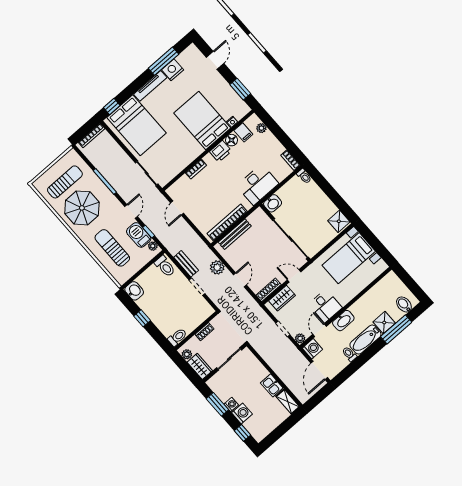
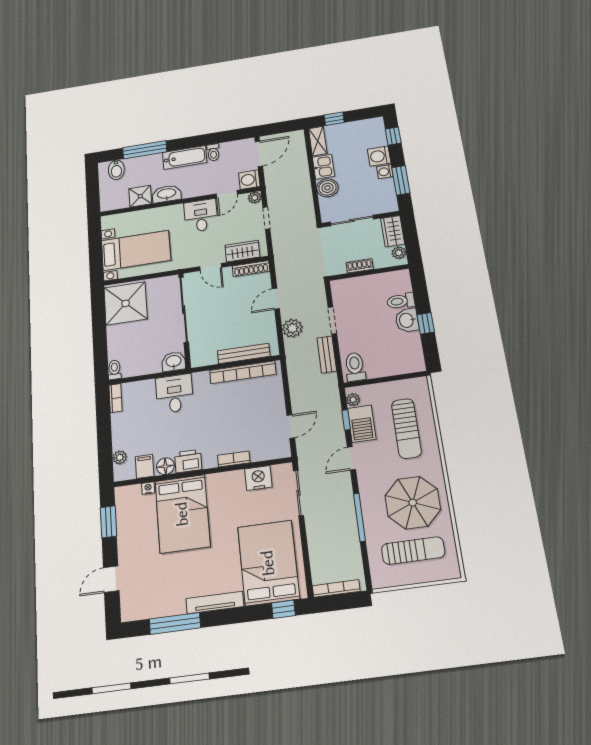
nightstand: (173, 70) -> (258, 478), moved, turned 180
sun lounger: (65, 182) -> (413, 551), turned 180
desk: (258, 185) -> (174, 394), width x0.73
shower: (339, 221) -> (126, 303), width x1.86, depth x1.86
washbasin: (134, 291) -> (407, 320), moved
washbasin: (343, 321) -> (167, 194), moved
shower: (384, 323) -> (140, 196), moved
toilet: (177, 337) -> (401, 301), moved
boiler: (259, 372) -> (327, 188), added
window: (288, 424) -> (334, 119), added

